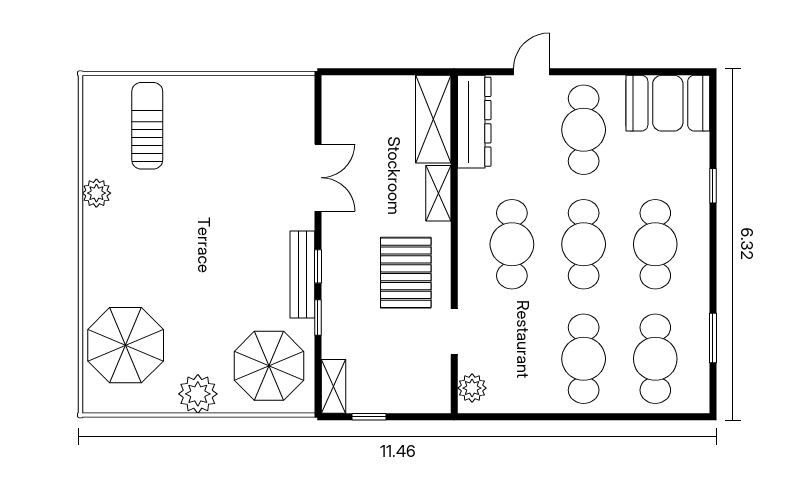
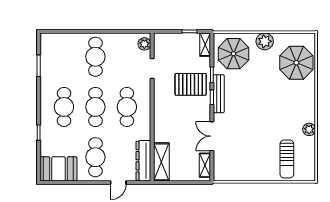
shelving: (438, 193) -> (205, 165), moved
pallet: (406, 273) -> (191, 84), moved, turned 90
cafe table: (655, 359) -> (64, 57), removed

